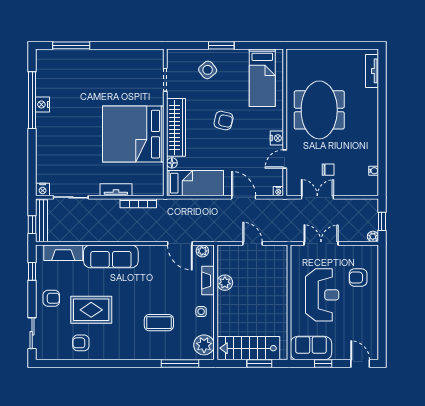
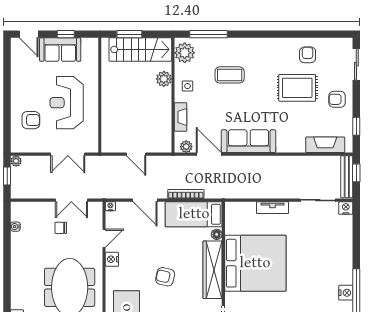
bookcase: (138, 203) -> (186, 194), moved
sofa: (111, 256) -> (249, 141), moved
plant: (225, 283) -> (164, 79), moved
armchair: (81, 343) -> (308, 55), turned -90
sofa: (311, 348) -> (60, 50), moved

